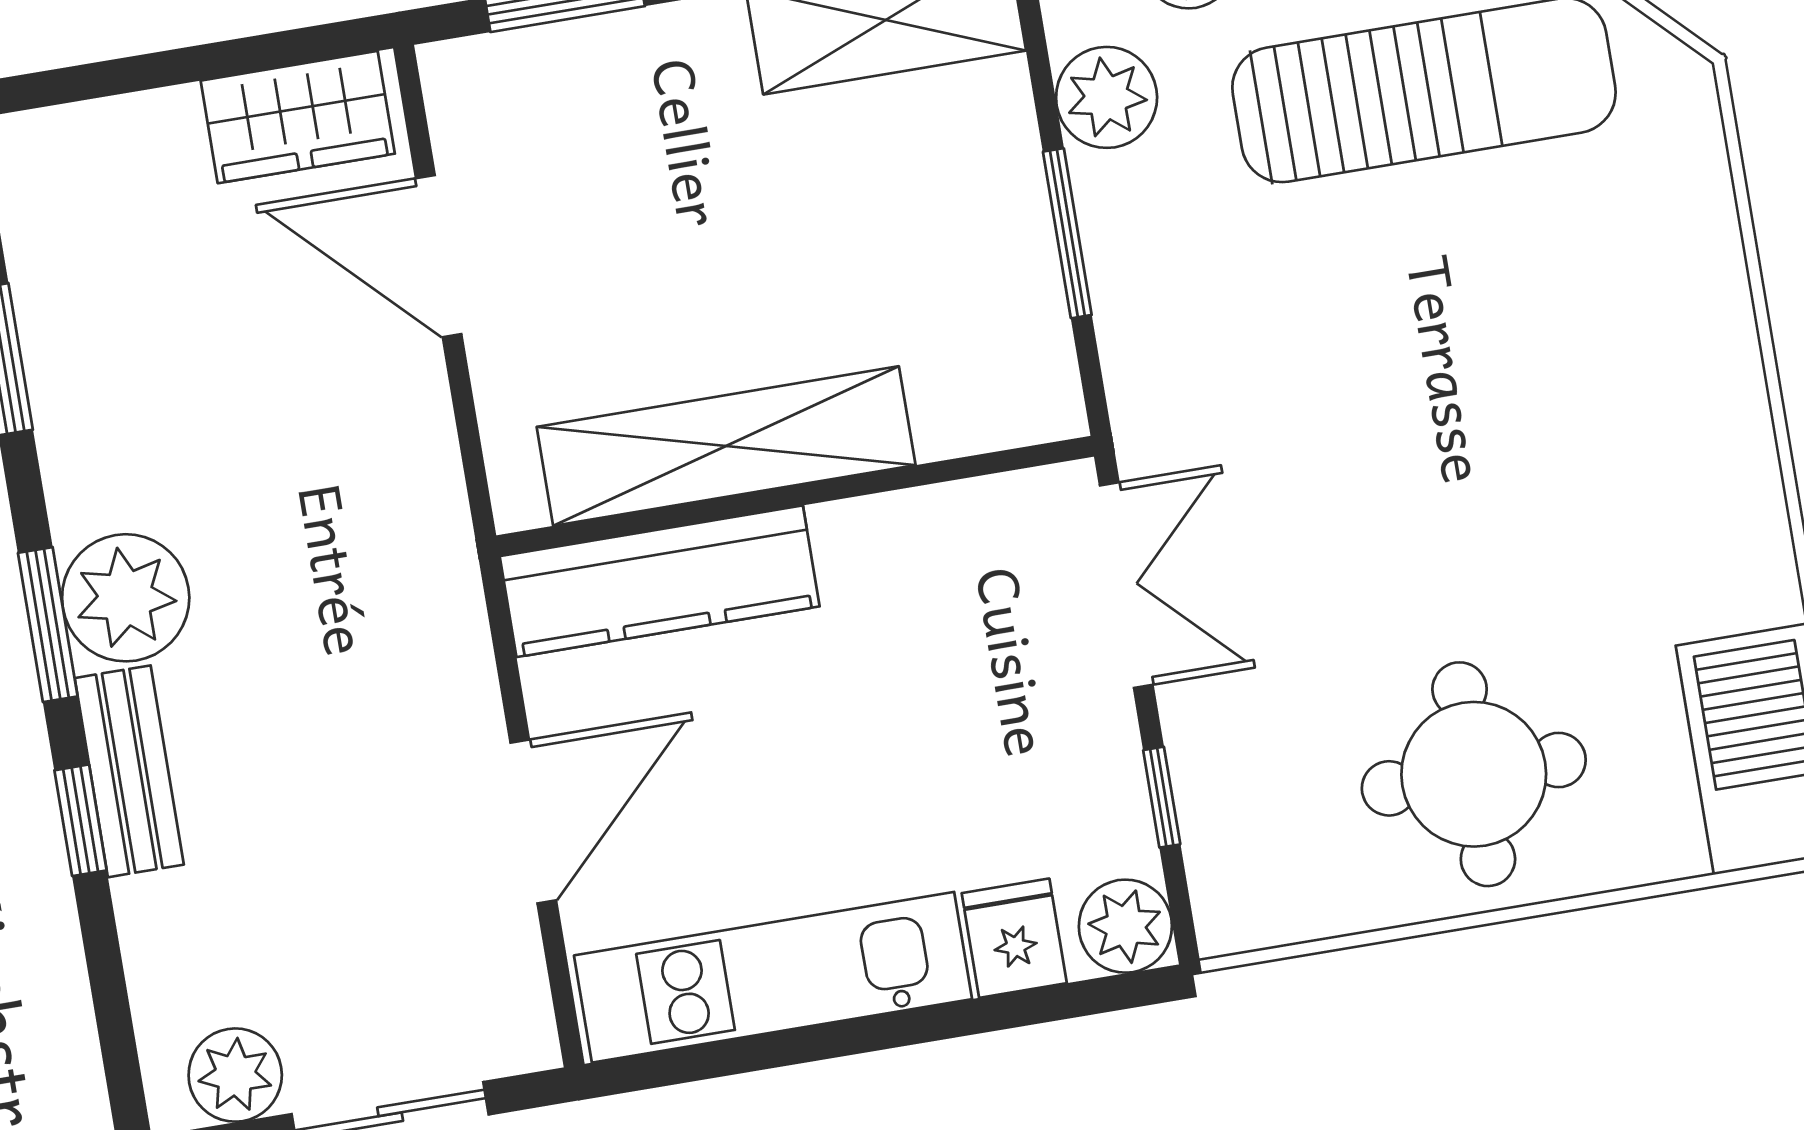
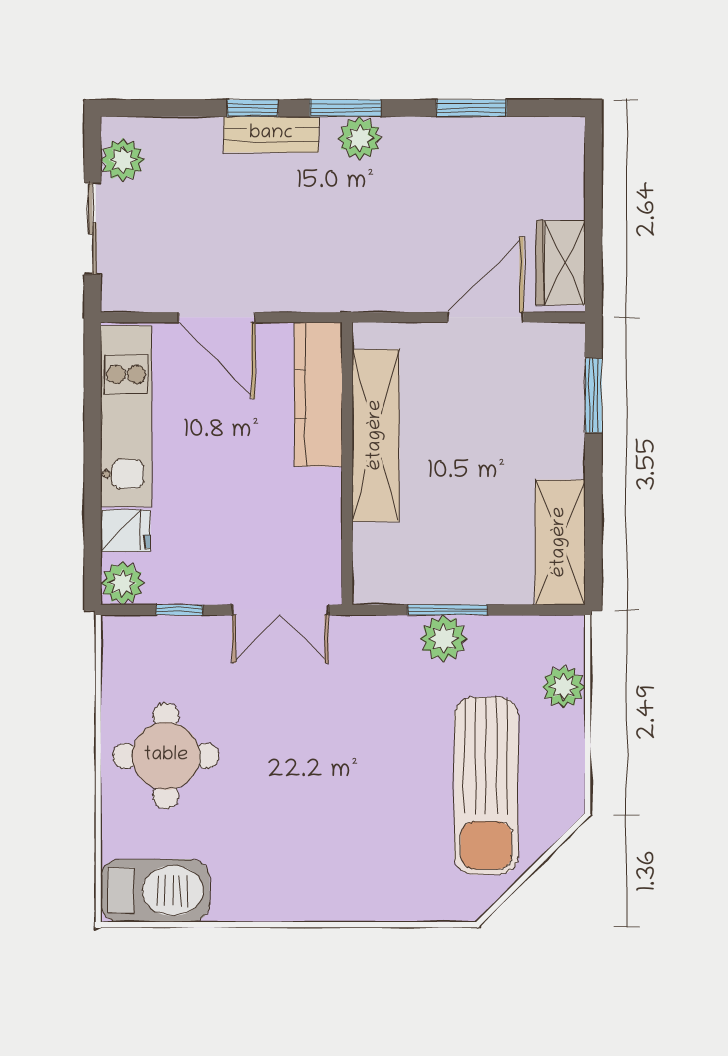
plant: (1107, 97) -> (444, 638), moved
plant: (126, 598) -> (360, 138), width x0.73, depth x0.73

